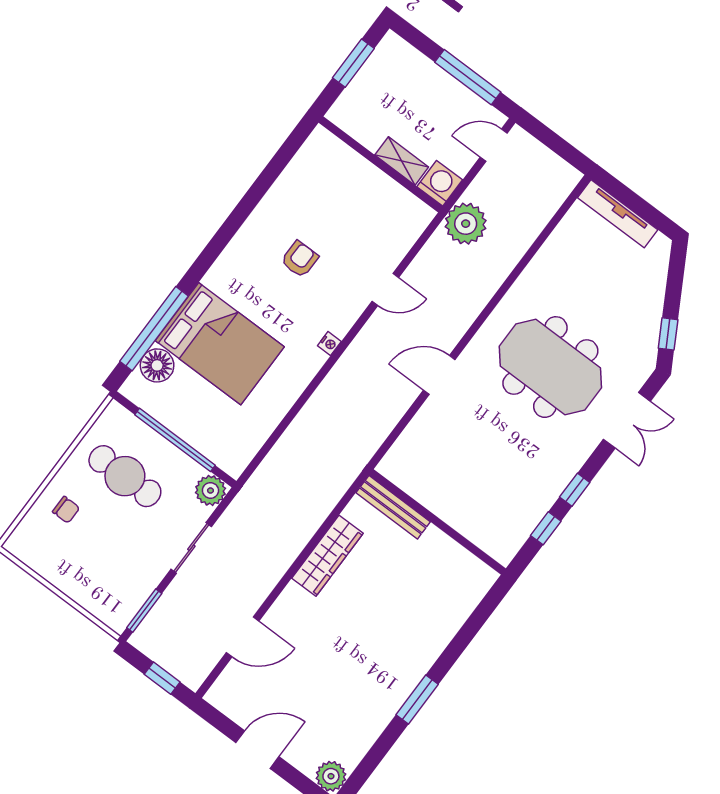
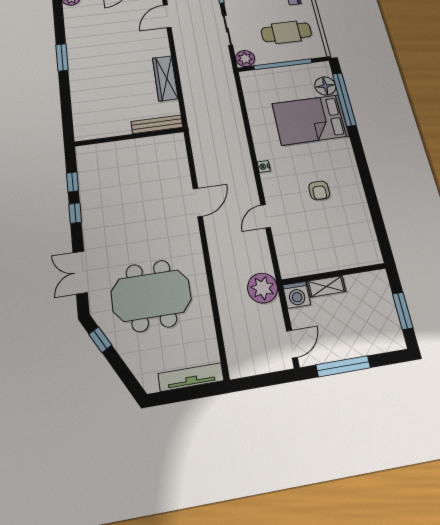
meeting table: (550, 367) -> (151, 295), moved

